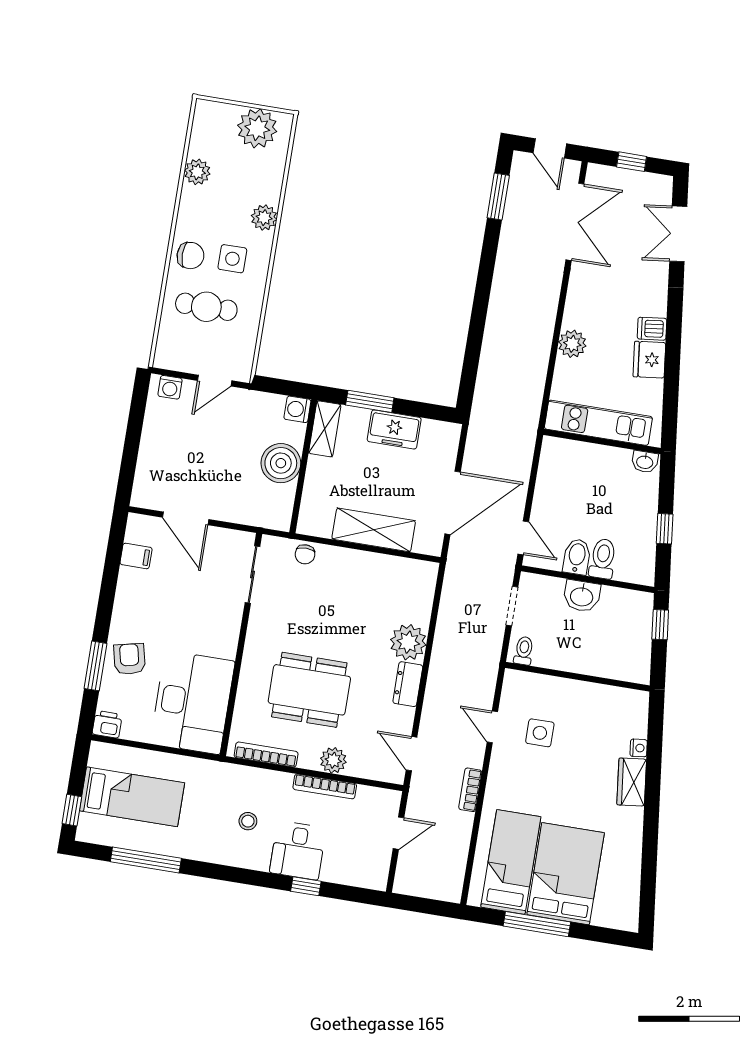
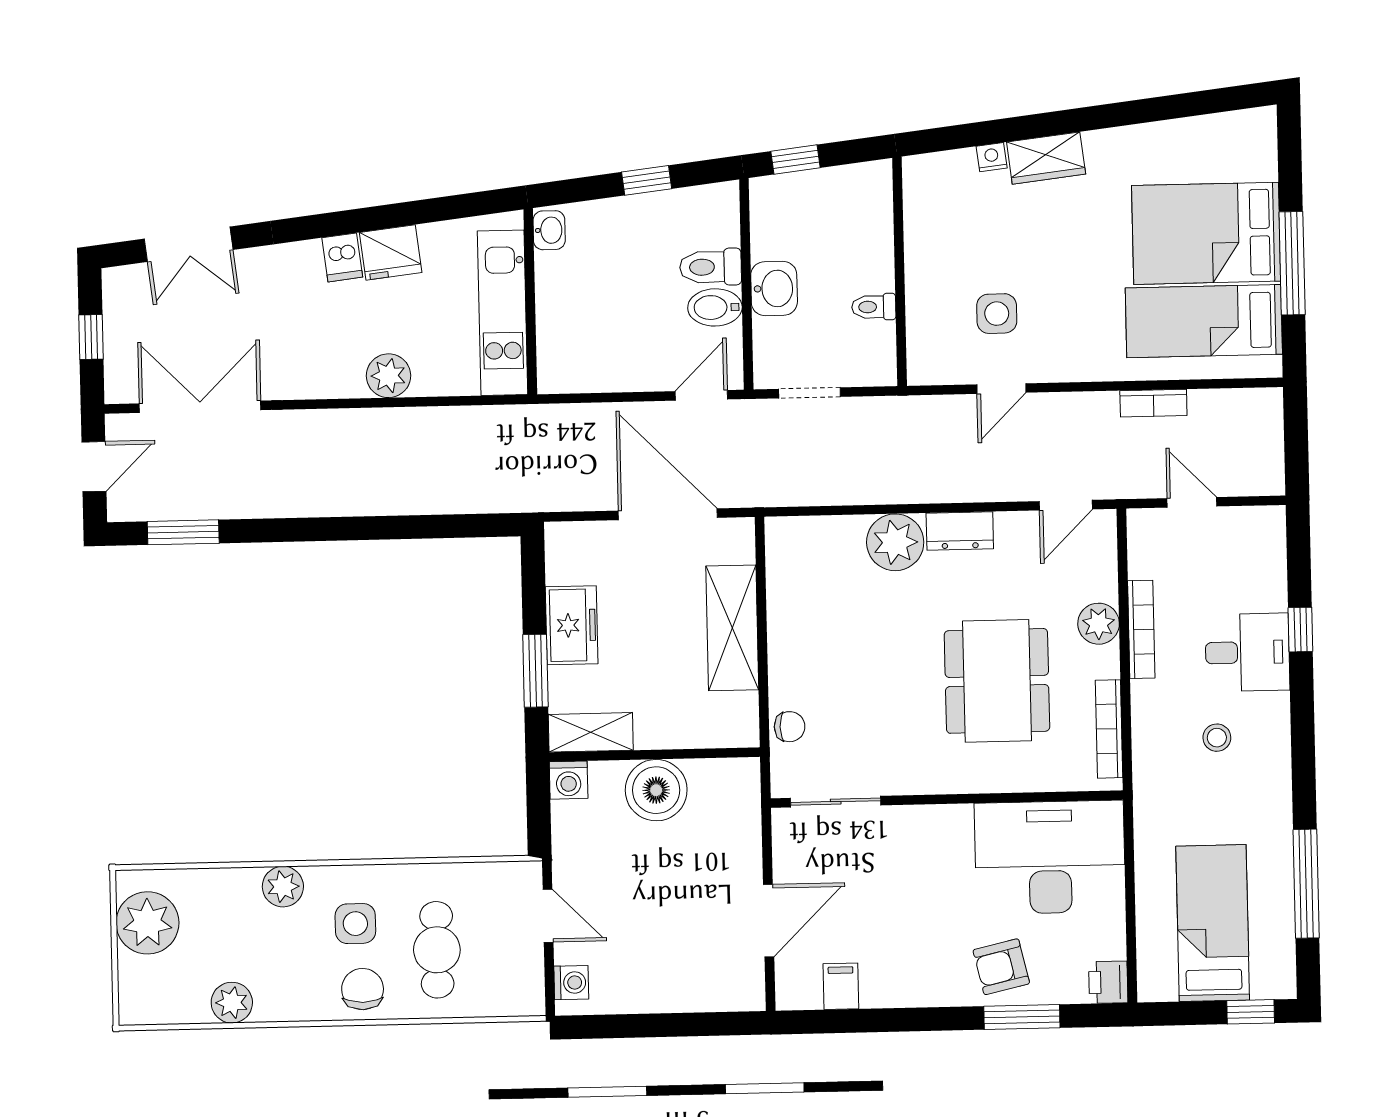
toilet: (524, 651) -> (874, 307), moved
bookcase: (470, 790) -> (1153, 403), moved

